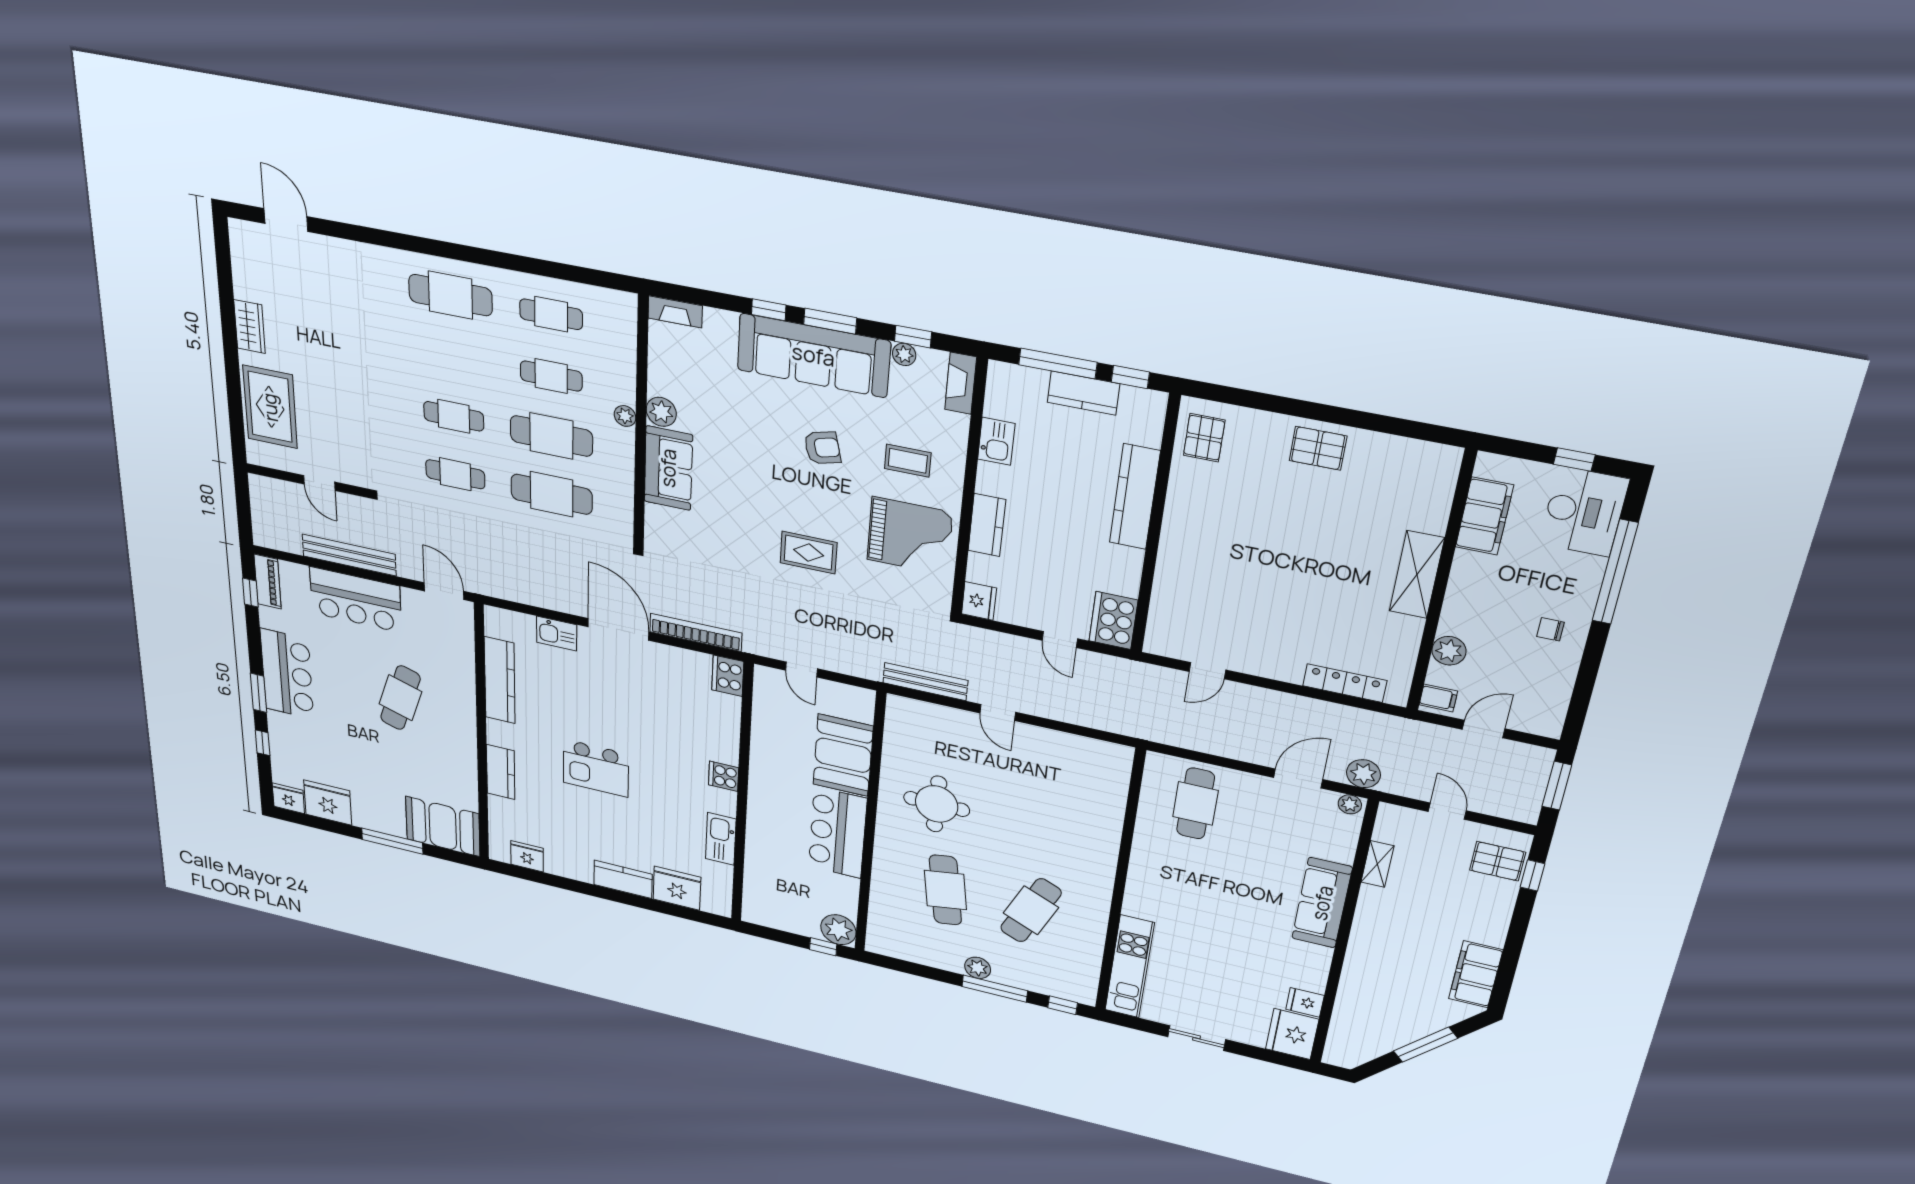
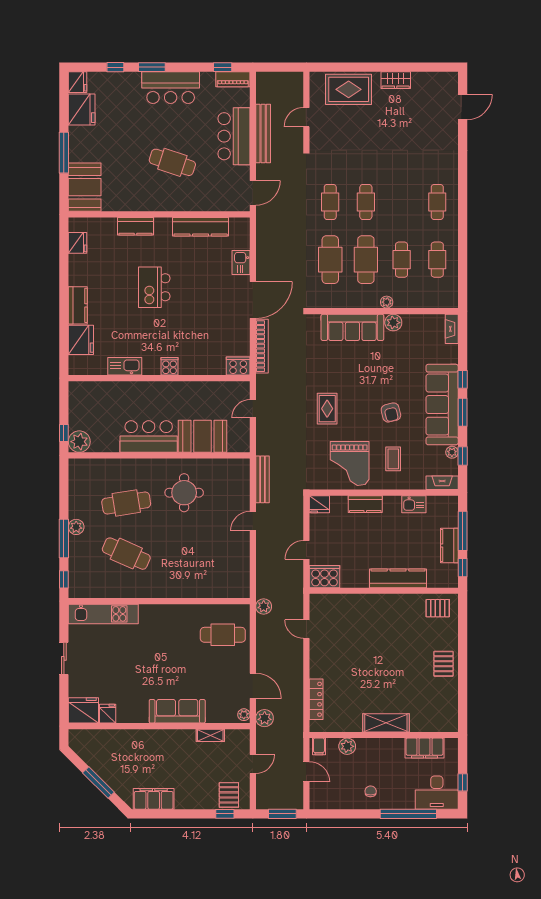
cafe table: (450, 295) -> (437, 202), width x0.73, depth x0.74
sofa: (668, 468) -> (352, 327), width x1.36
plant: (1154, 730) -> (264, 606), added

